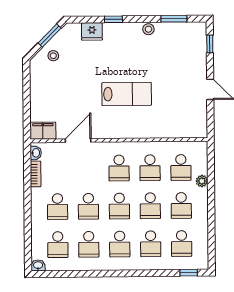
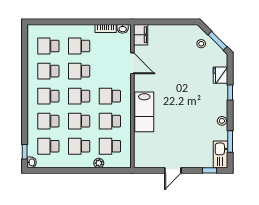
kitchen sink: (190, 31) -> (221, 154), added
lab bench: (127, 94) -> (144, 112), moved
washbasin: (38, 265) -> (32, 162), moved

